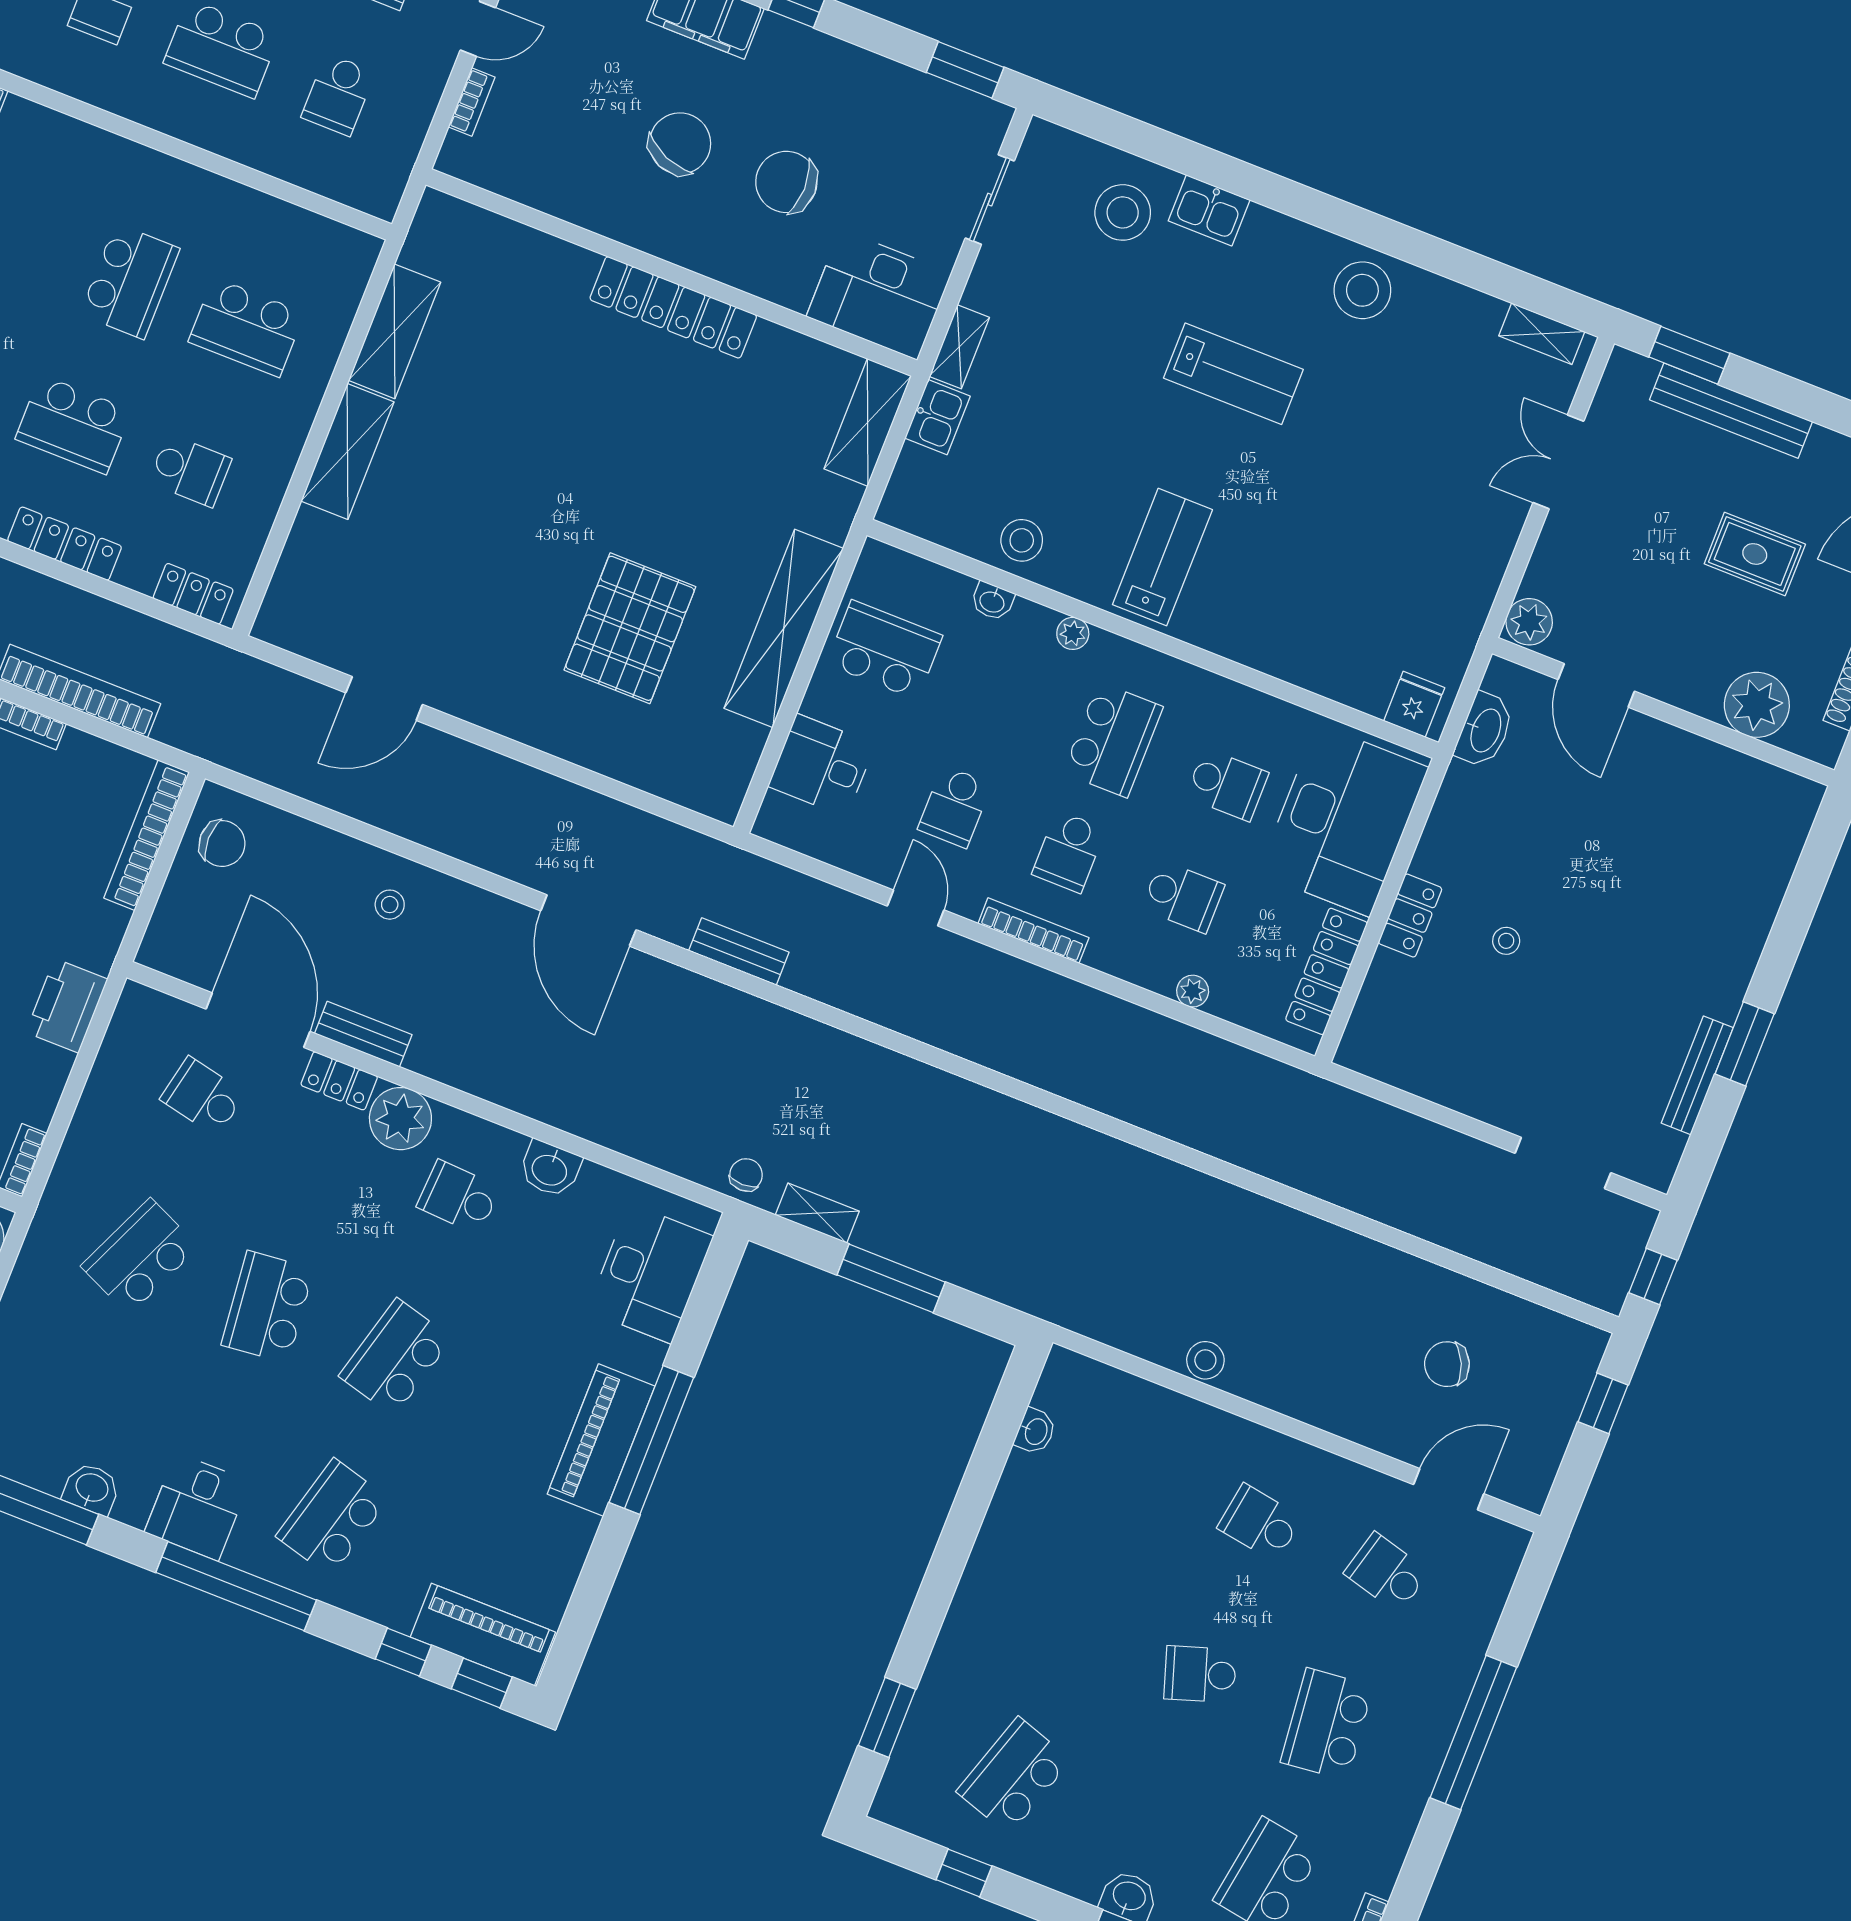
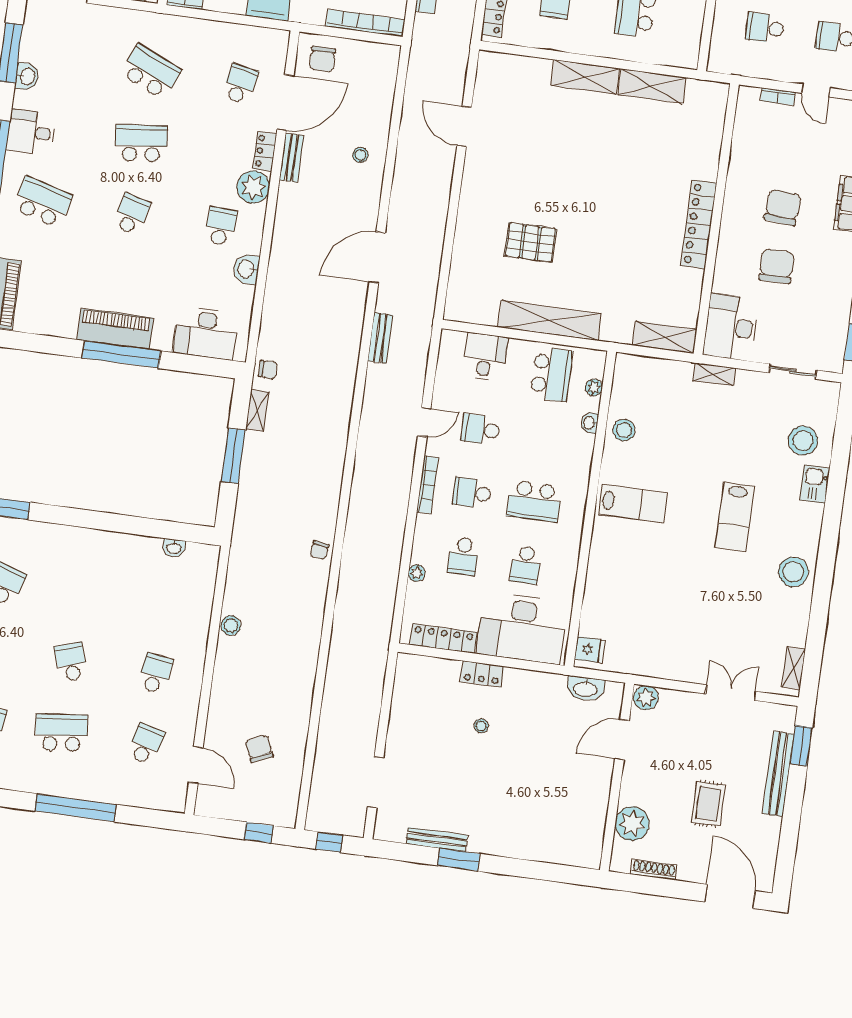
chair: (680, 144) -> (783, 207), turned -107
kitchen sink: (938, 417) -> (676, 372), removed
pallet: (630, 628) -> (531, 242), width x0.73, depth x0.71
plant: (1073, 633) -> (594, 388), moved
chair: (222, 844) -> (323, 59), moved
chair: (1106, 1161) -> (319, 550), added
school desk: (395, 1357) -> (132, 214), width x0.54

